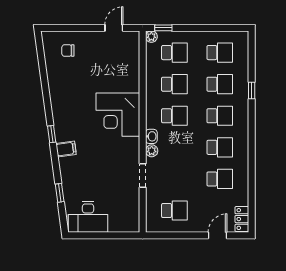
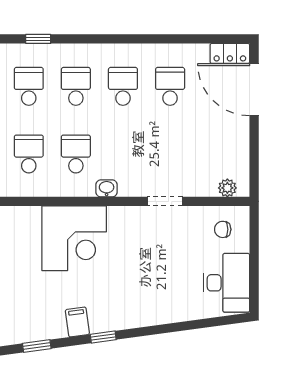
filing cabinet: (66, 149) -> (77, 322), moved
plant: (152, 151) -> (227, 188), moved
window: (60, 193) -> (37, 346), moved
school desk: (174, 211) -> (217, 154), removed
chair: (124, 214) -> (223, 229), added
door: (218, 235) -> (254, 90), width x1.87

